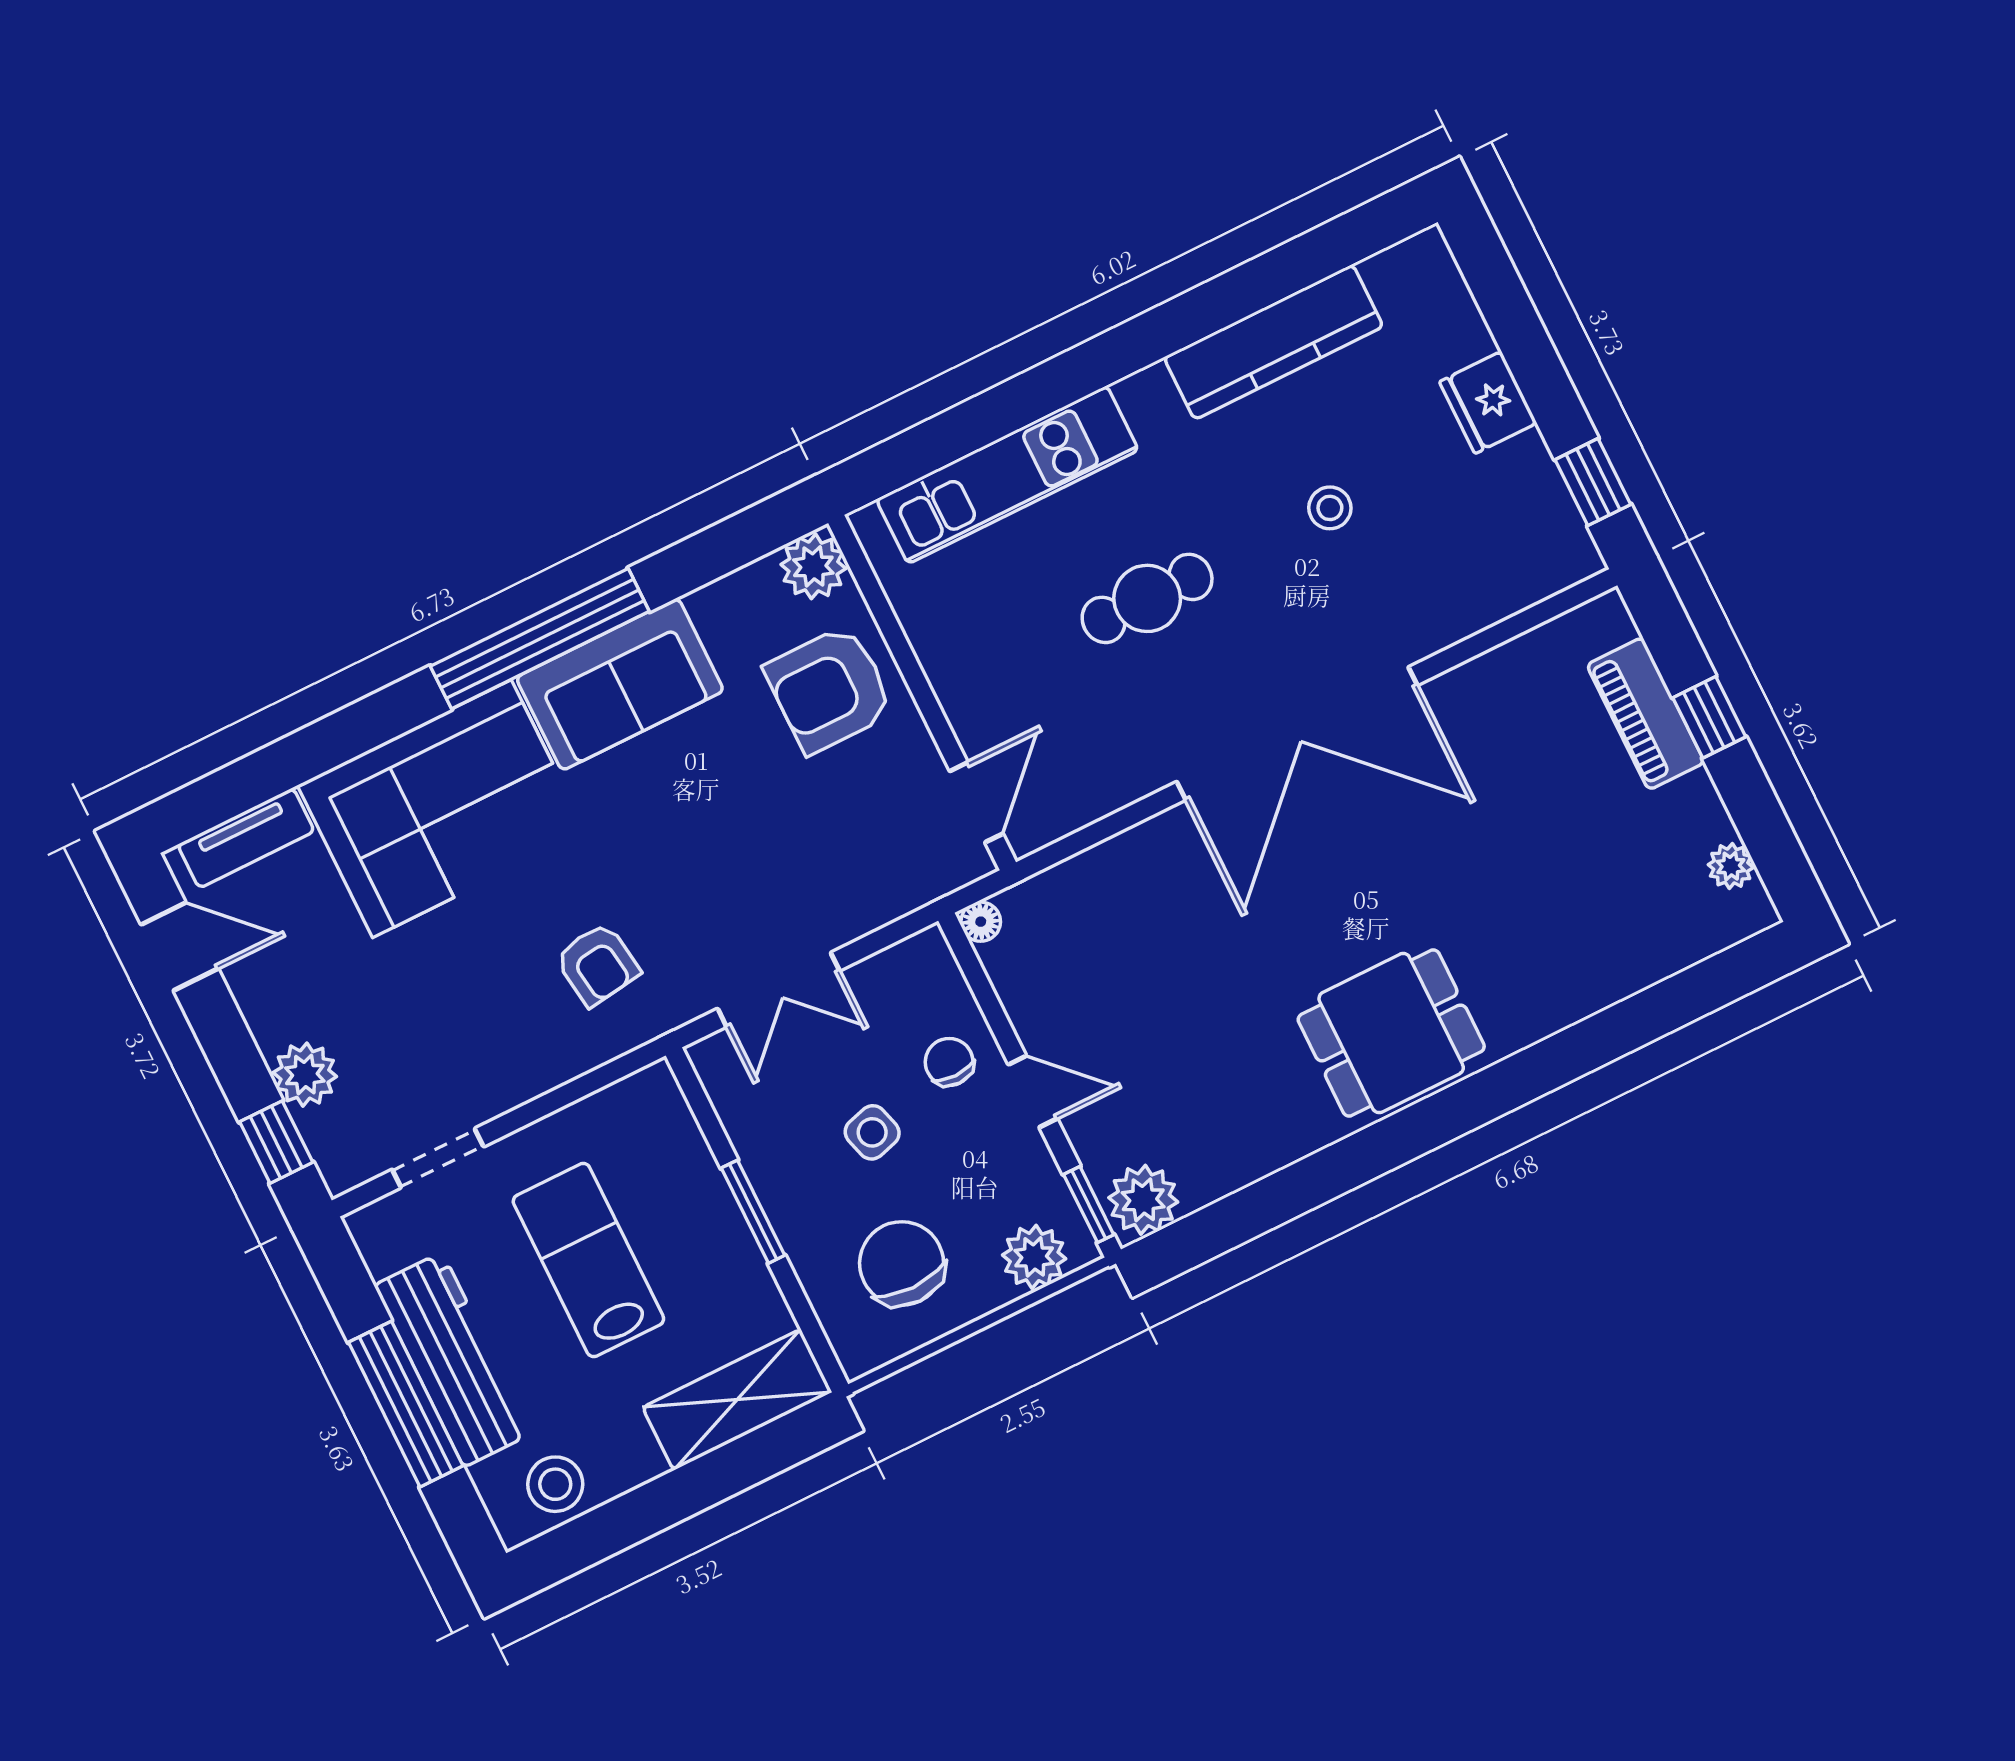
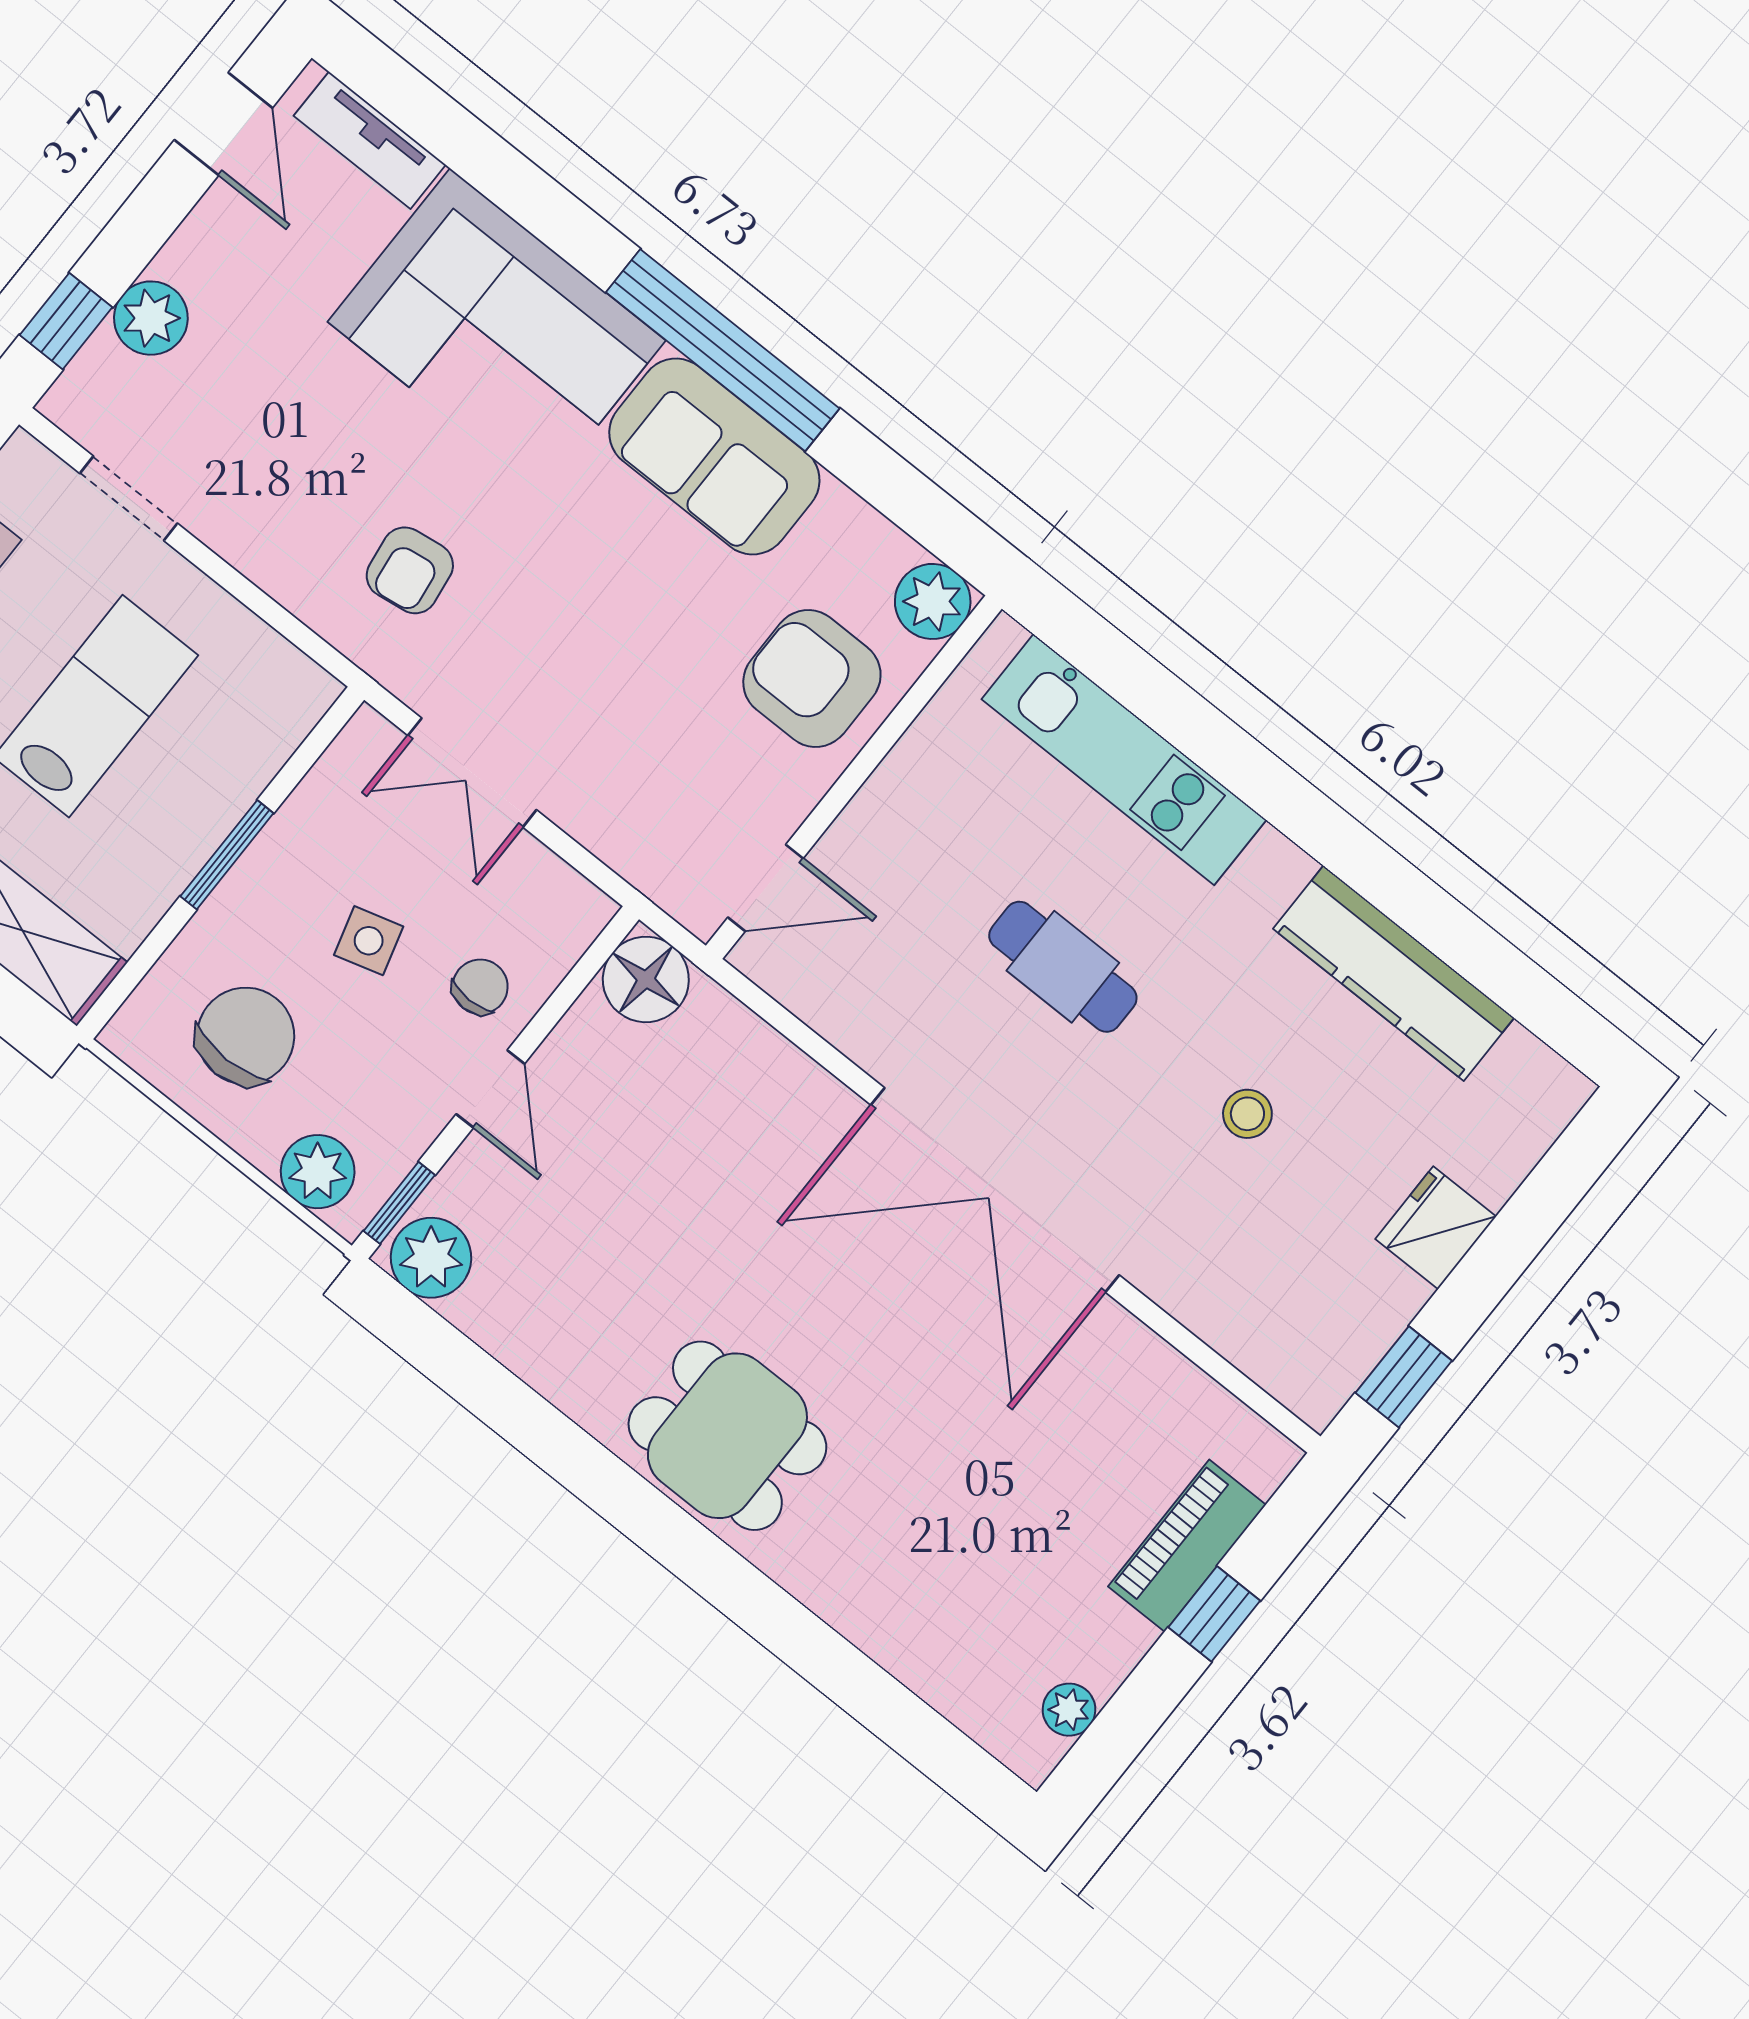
floor lamp: (981, 922) -> (646, 979), width x1.89, depth x1.89

